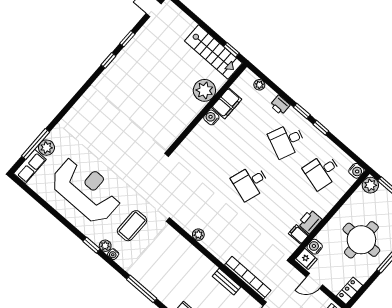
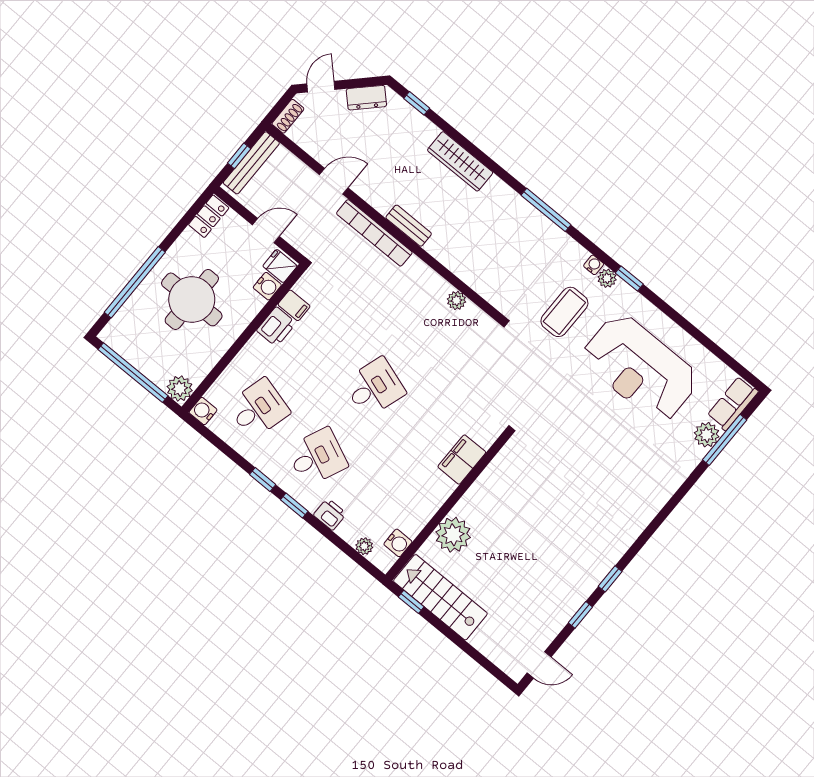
filing cabinet: (227, 103) -> (462, 460), moved
water cooler: (211, 117) -> (398, 543), moved

